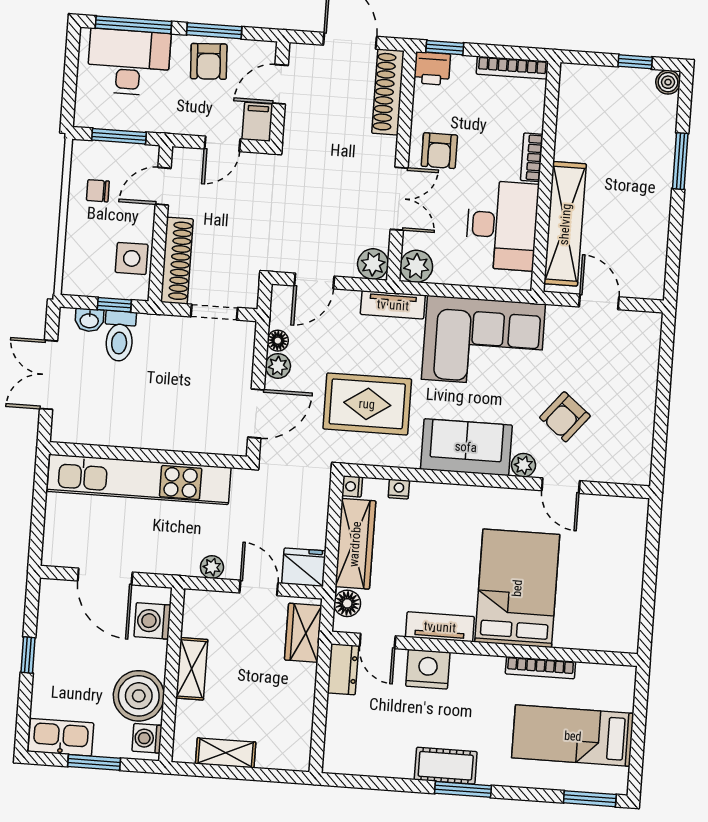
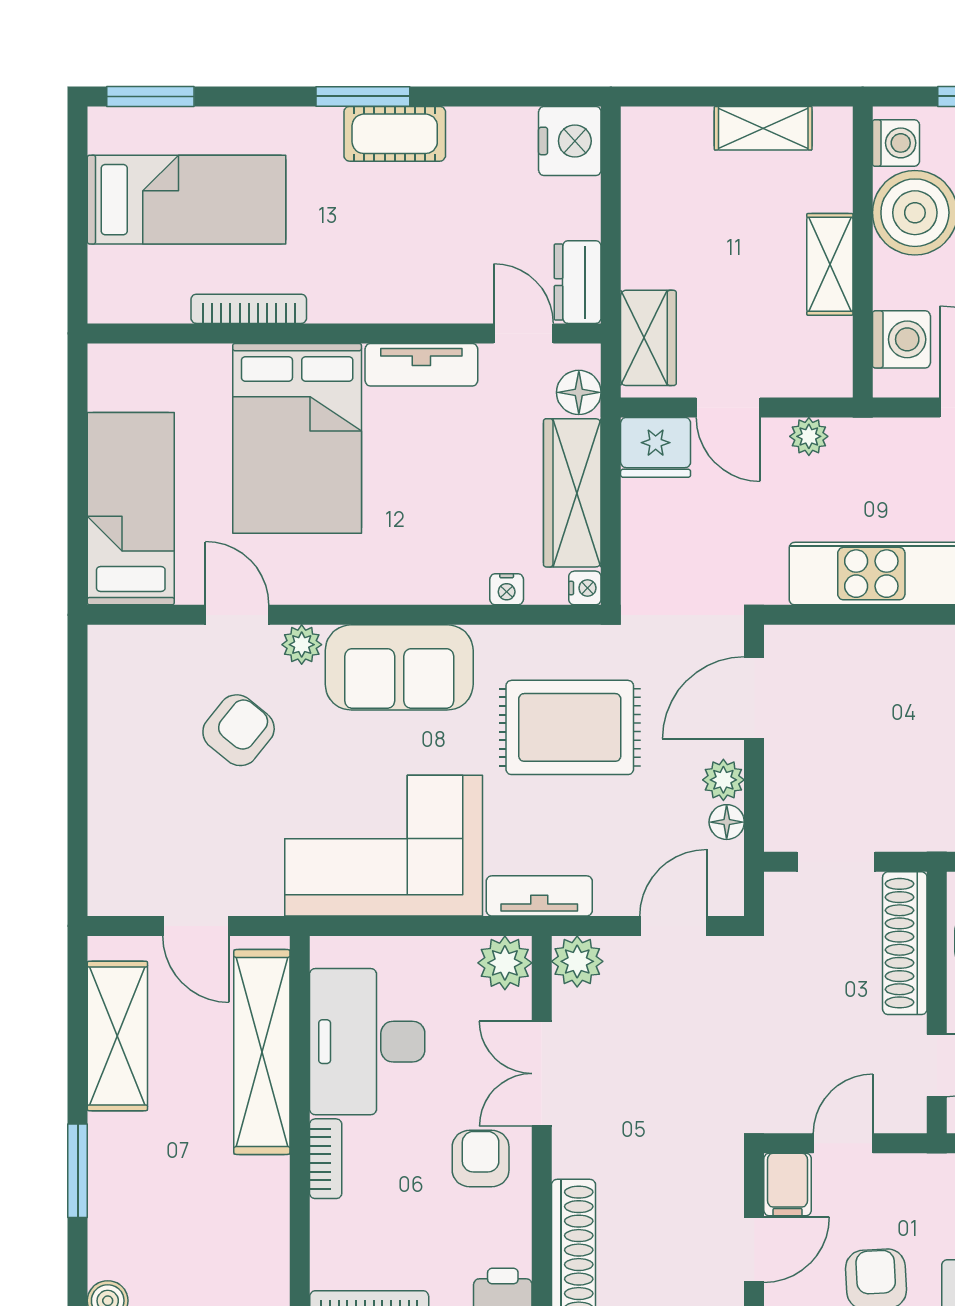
shelving: (651, 240) -> (117, 1036), added
bed: (620, 554) -> (131, 509), added
nightstand: (428, 669) -> (570, 141), moved, turned -90

